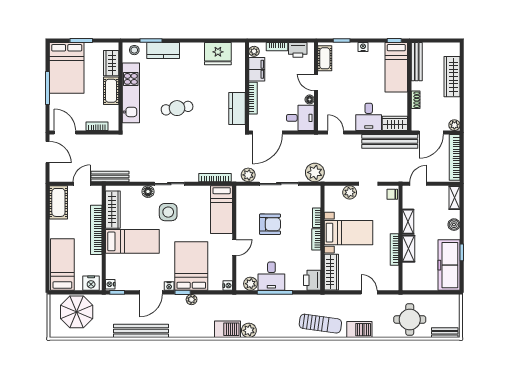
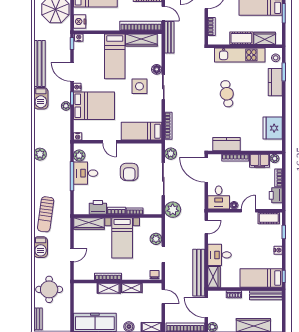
bookcase: (96, 230) -> (141, 26), moved
printer: (312, 280) -> (98, 207), moved
barbecue: (228, 329) -> (41, 98), moved

